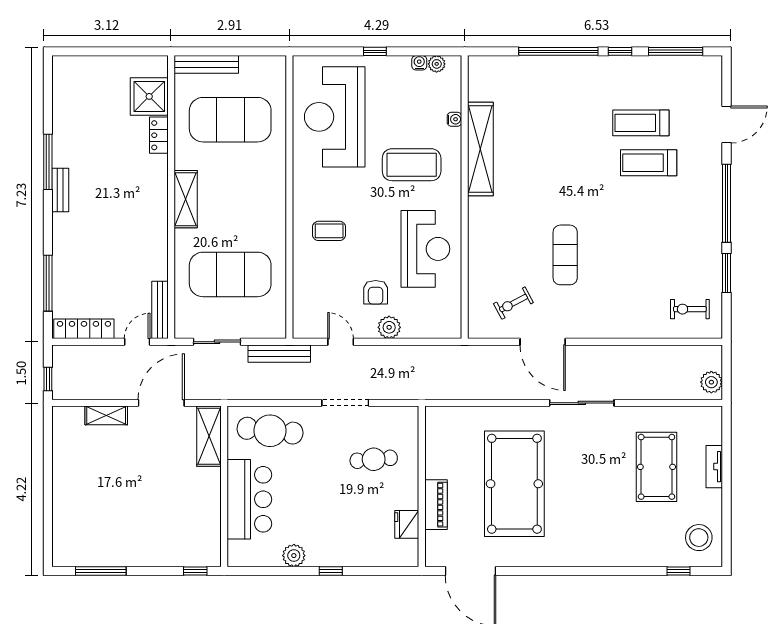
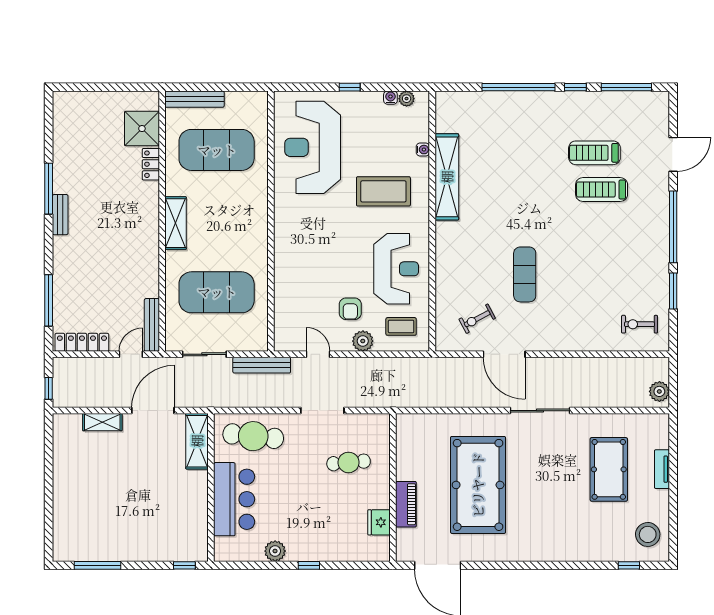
coffee table: (329, 231) -> (401, 326), moved

